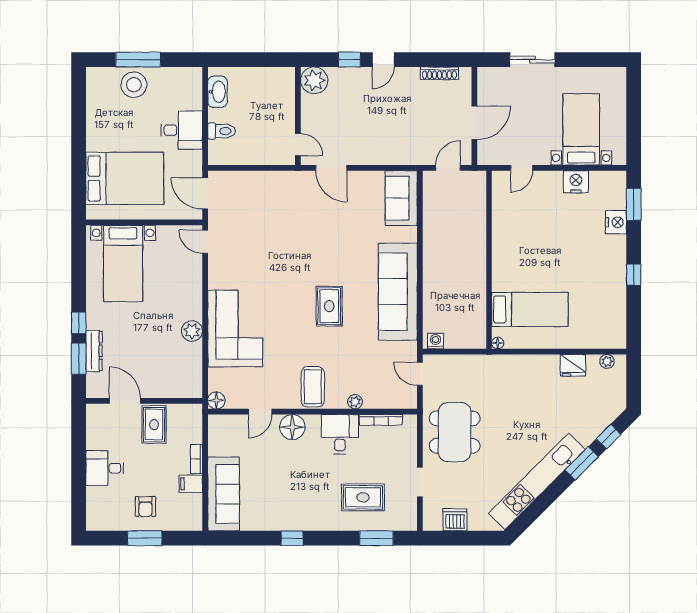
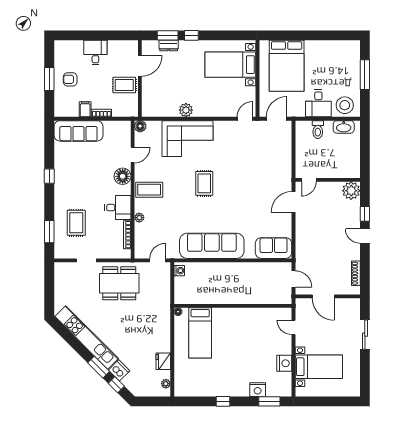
stool: (134, 85) -> (345, 105), moved
rug: (329, 306) -> (204, 183), moved, turned 90
dresser: (94, 351) -> (169, 45), width x0.70
door: (260, 412) -> (133, 155), swing flipped
dishwasher: (455, 520) -> (119, 370), moved, turned -45

